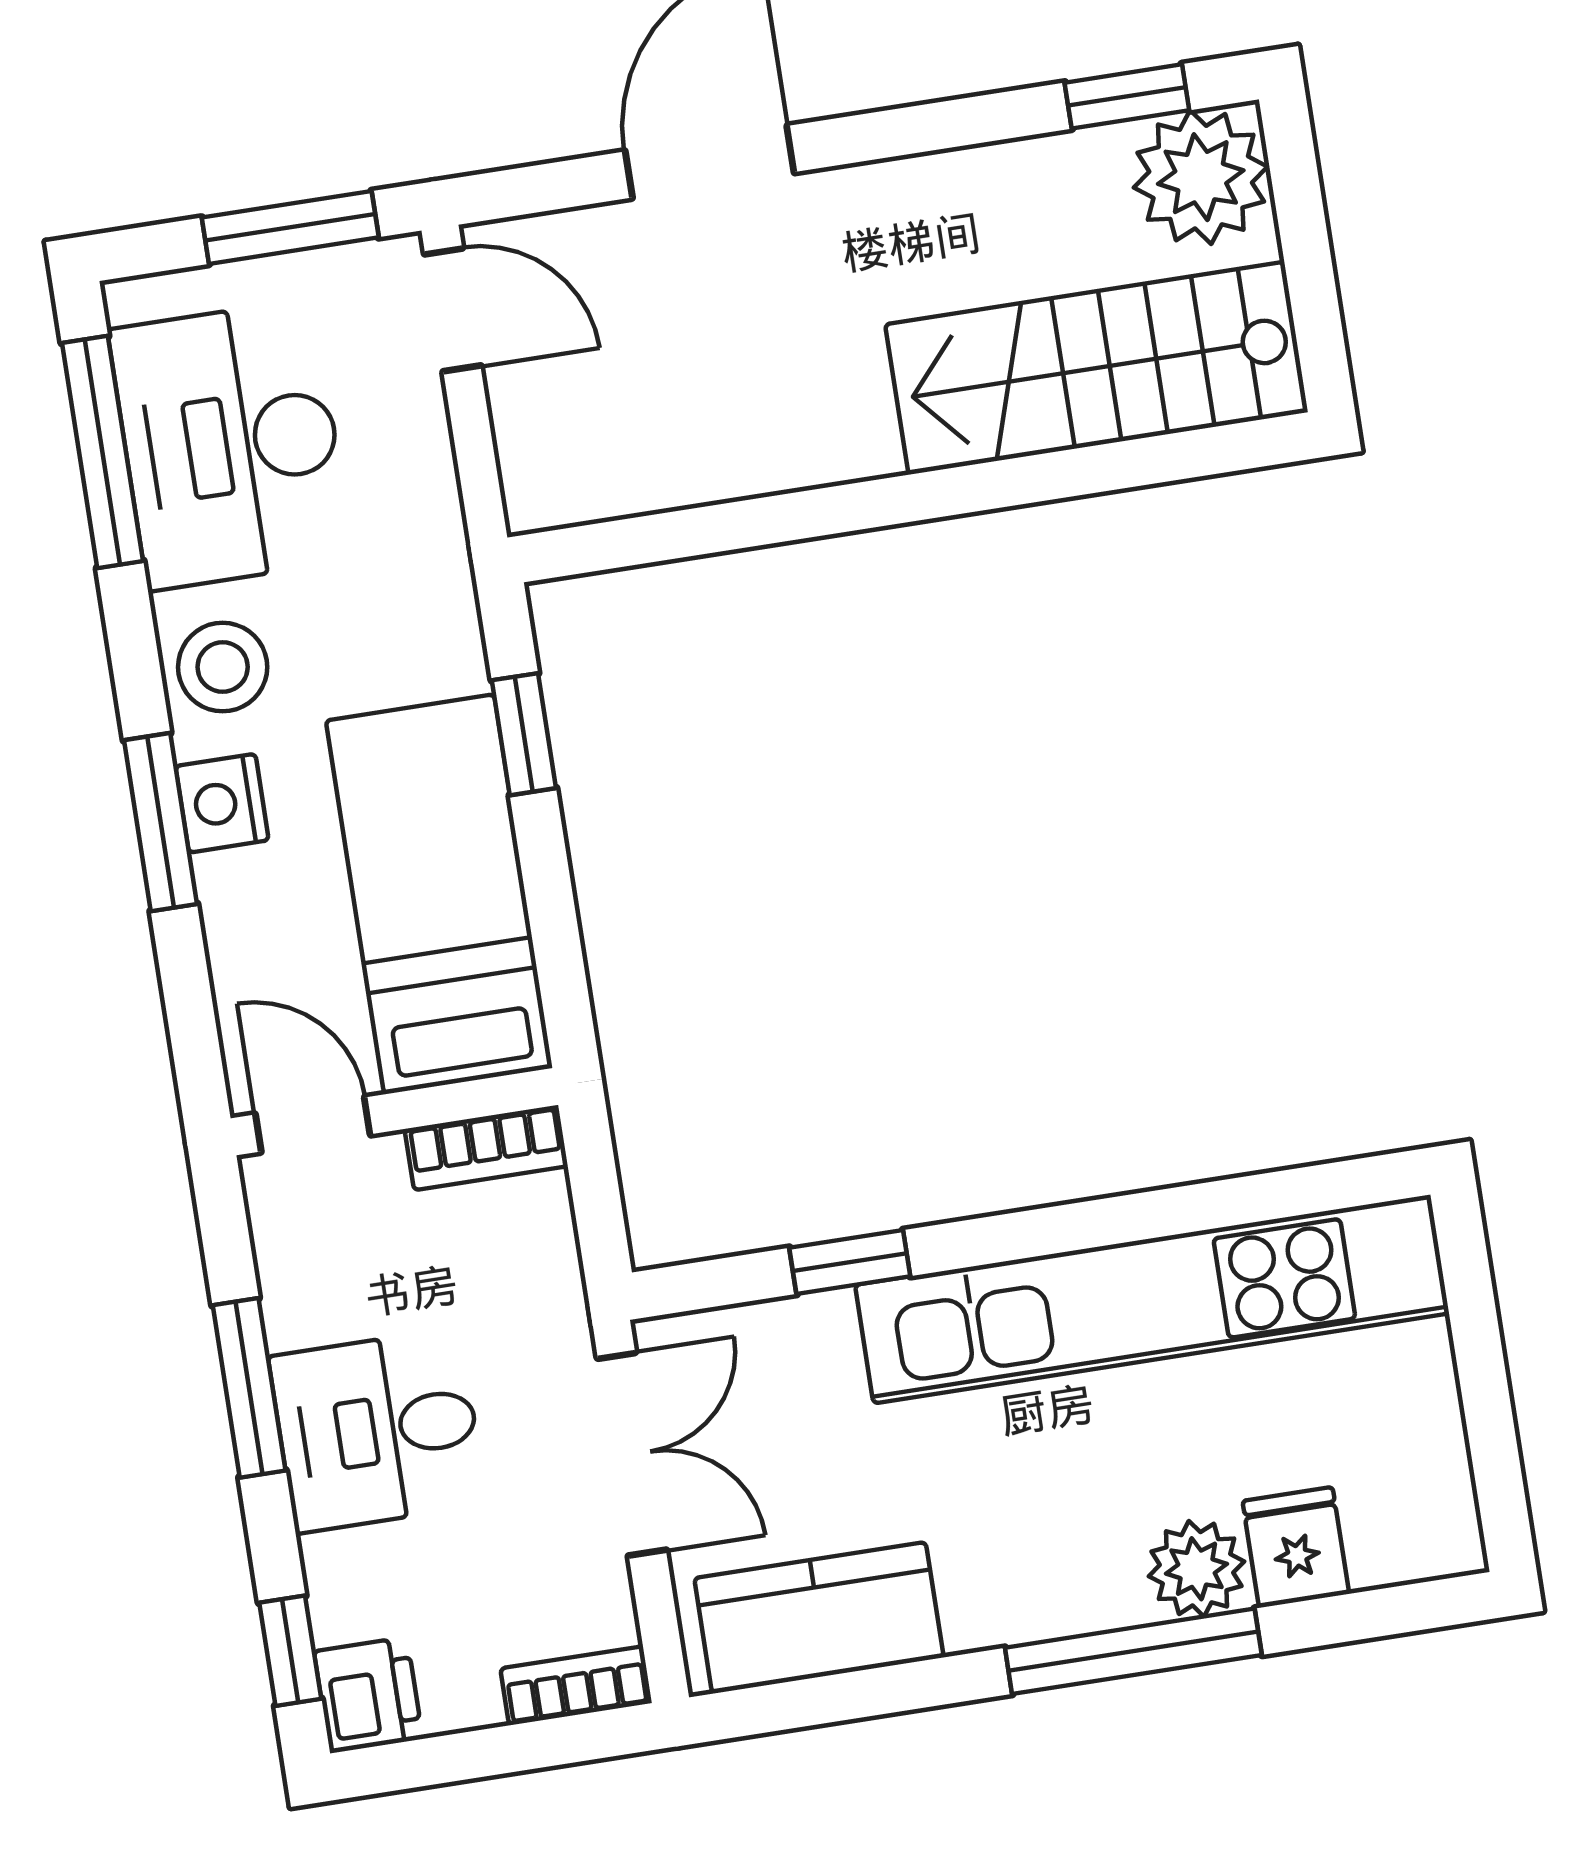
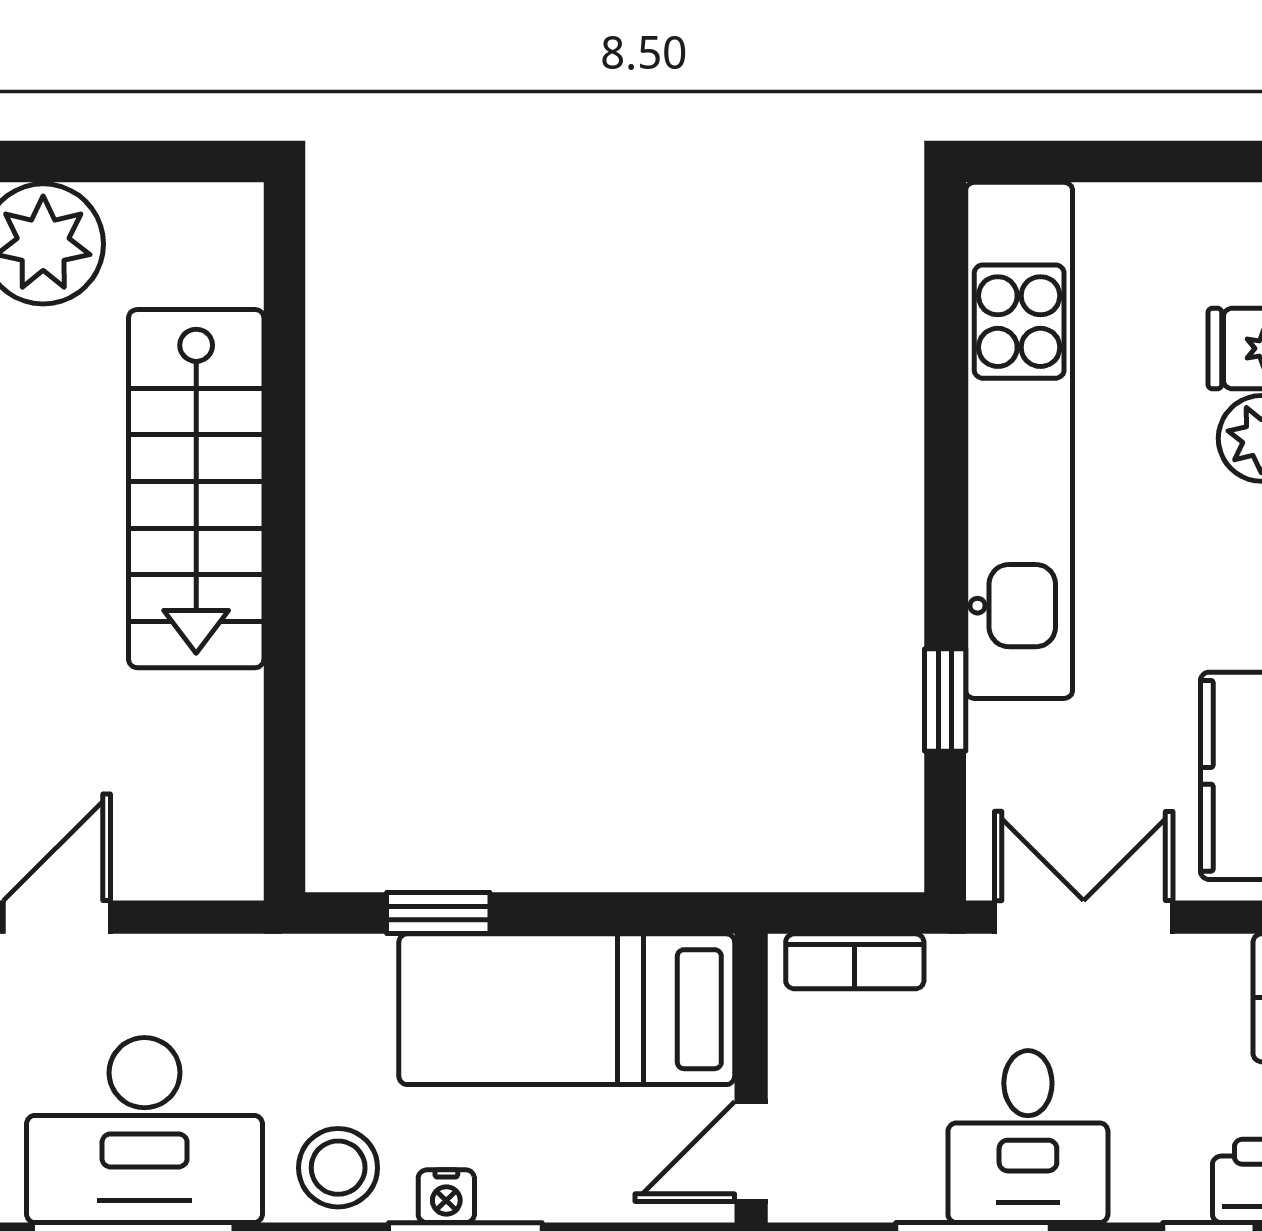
stairs: (1097, 368) -> (196, 489), moved
nightstand: (222, 803) -> (446, 1196), width x0.72, depth x0.74
bookcase: (486, 1148) -> (855, 961), moved, turned 90

